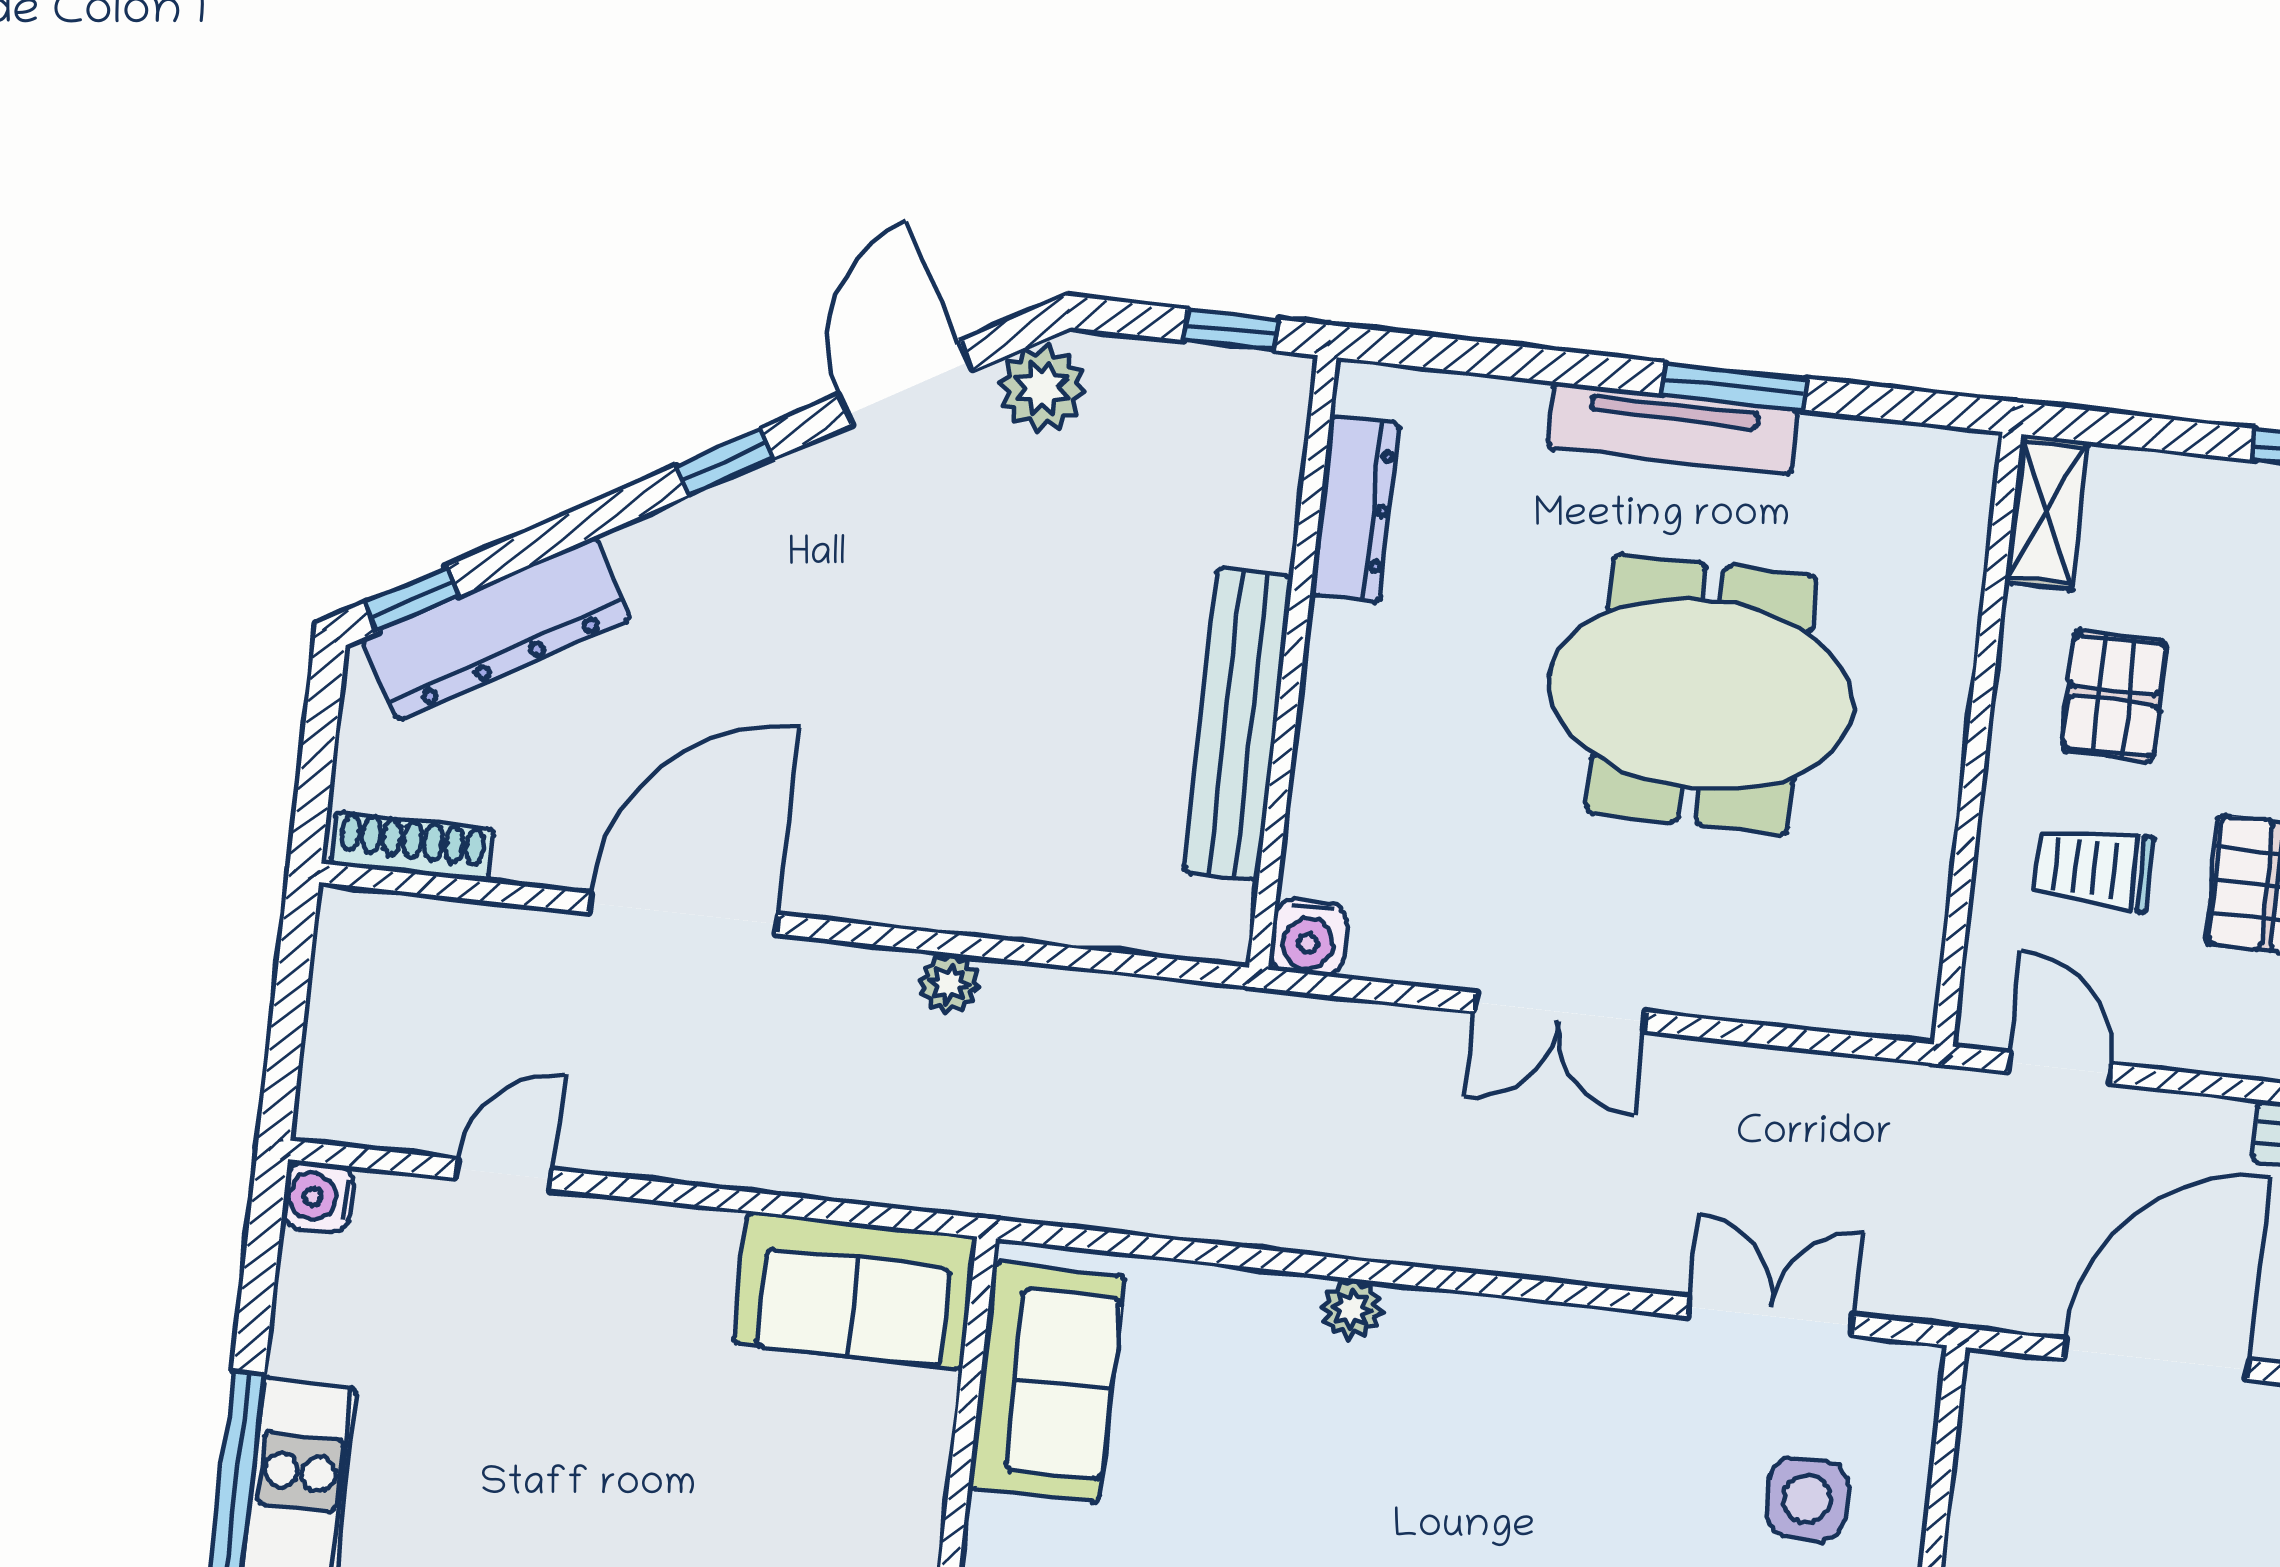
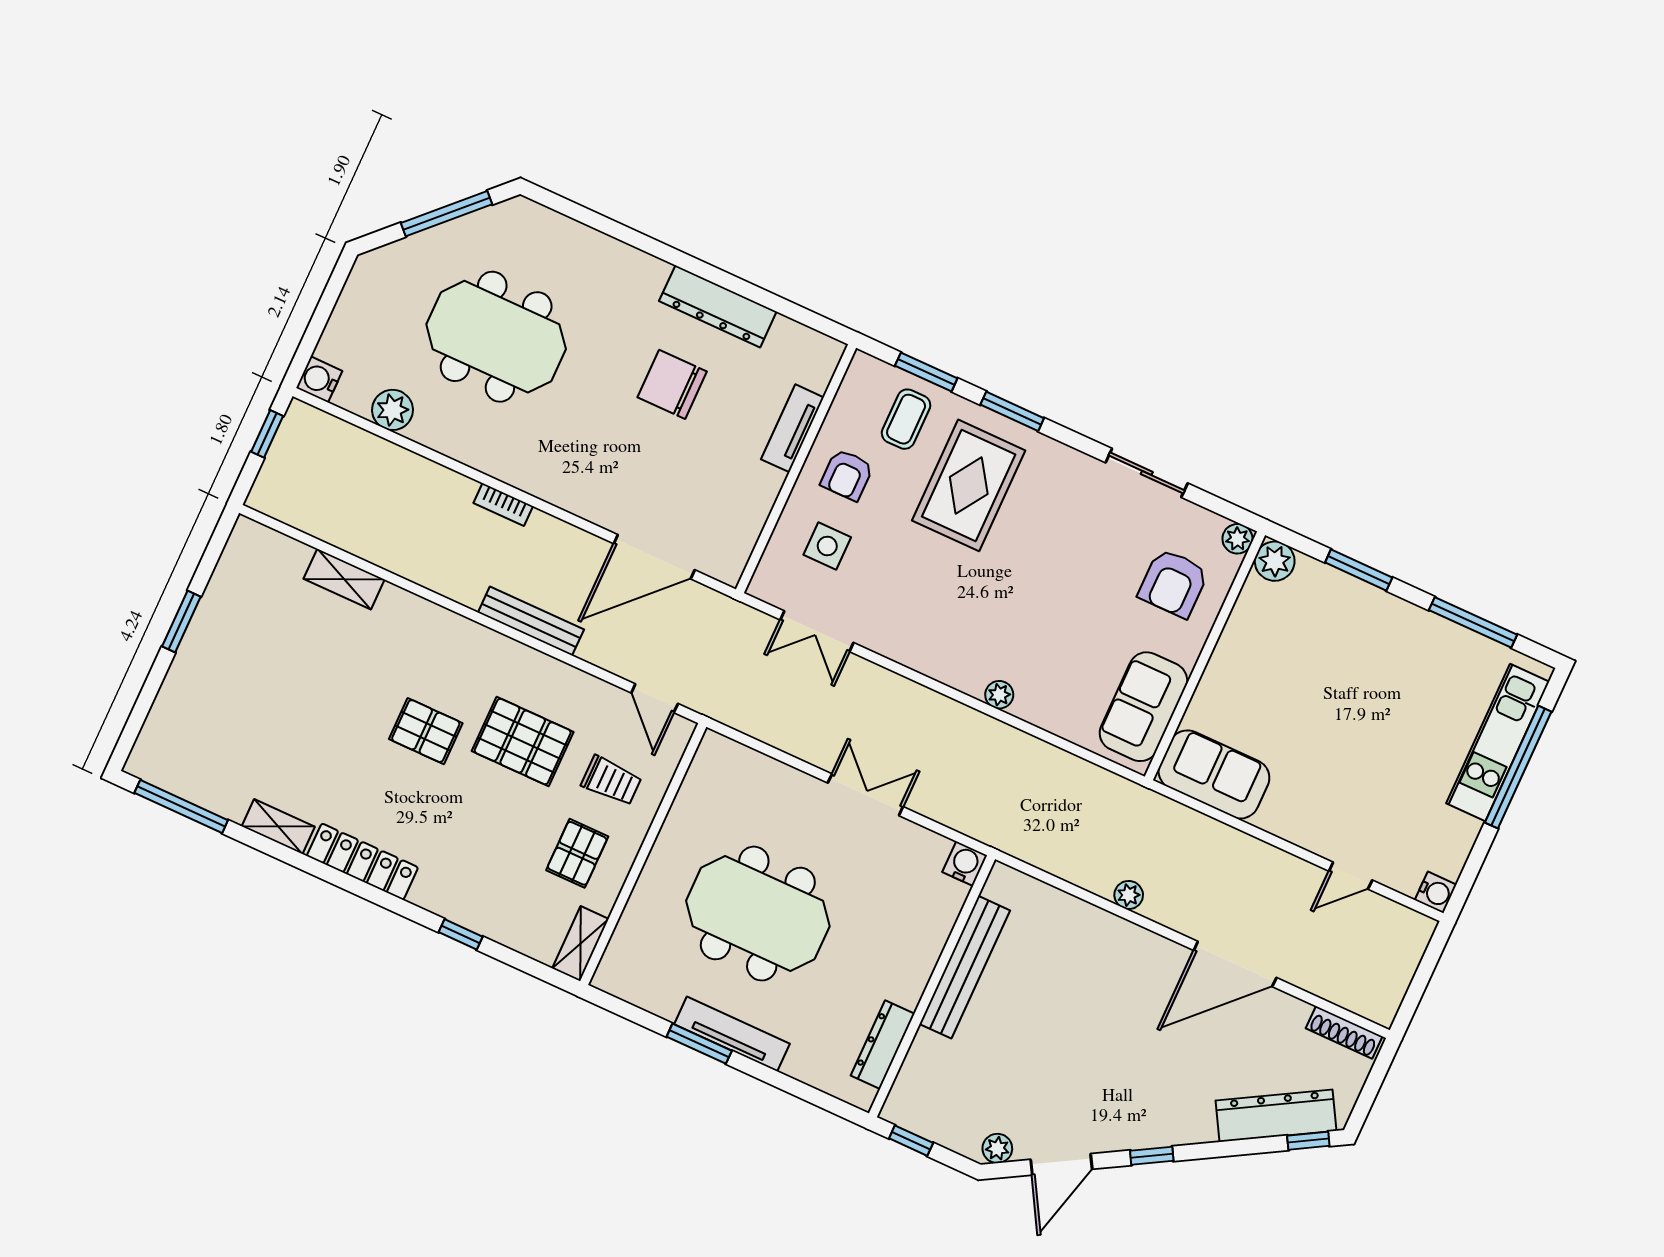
plant: (1042, 388) -> (997, 1148), width x0.73, depth x0.73

